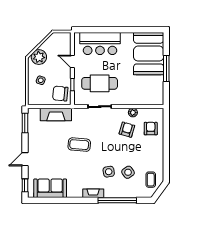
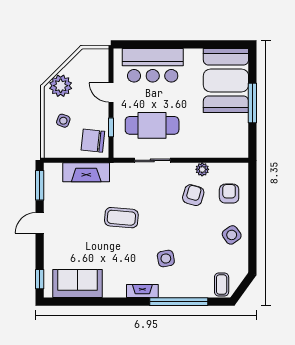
door: (25, 159) -> (40, 223), moved
side table: (128, 172) -> (232, 235), moved
coffee table: (151, 180) -> (222, 285), moved

